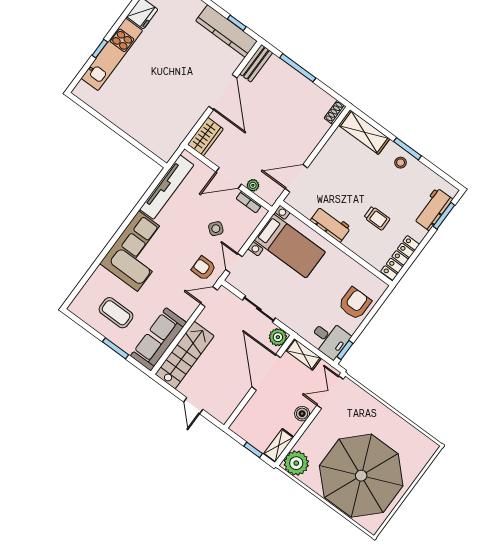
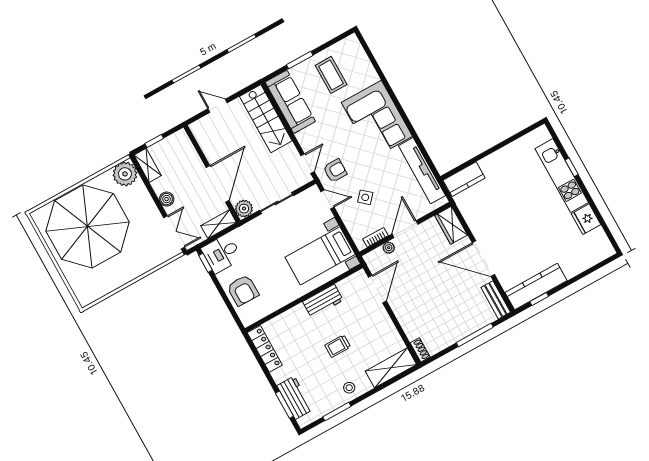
kitchen counter: (157, 144) -> (464, 179), added
window: (407, 149) -> (337, 412), moved
trolley: (377, 218) -> (338, 346), moved
coffee table: (116, 313) -> (331, 75), turned 90
door: (266, 372) -> (218, 184), hinge flipped

